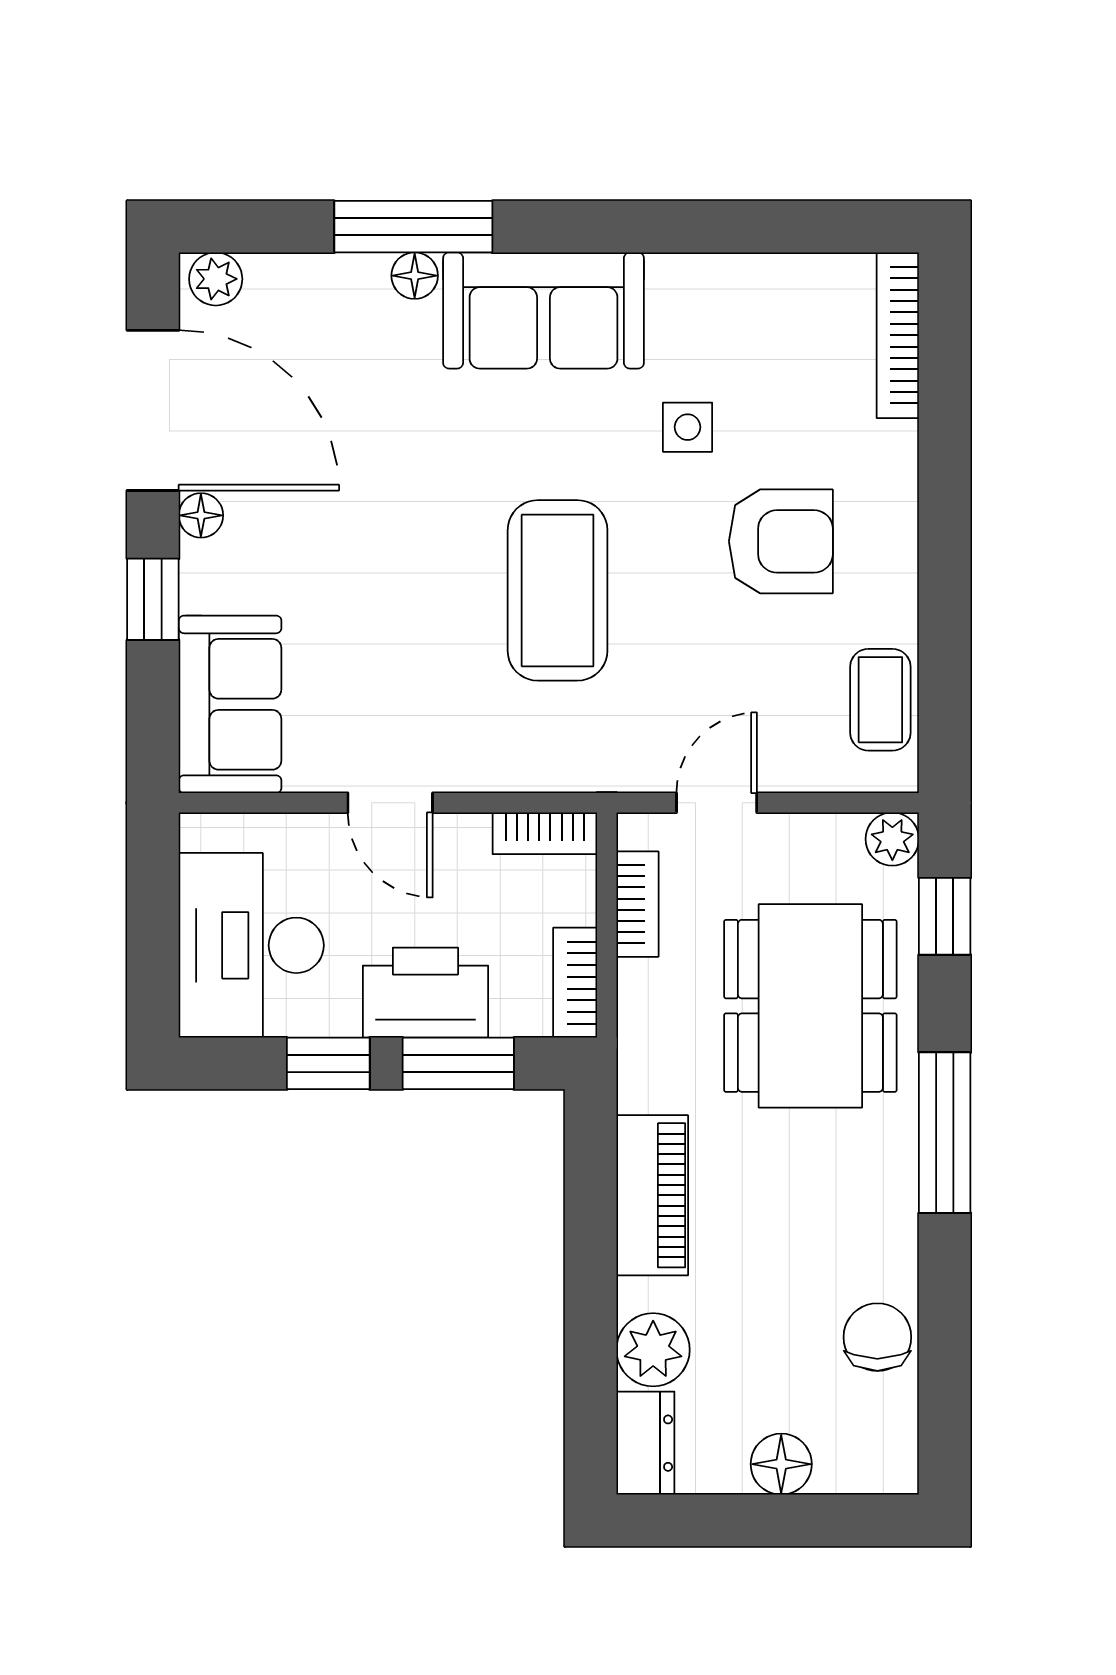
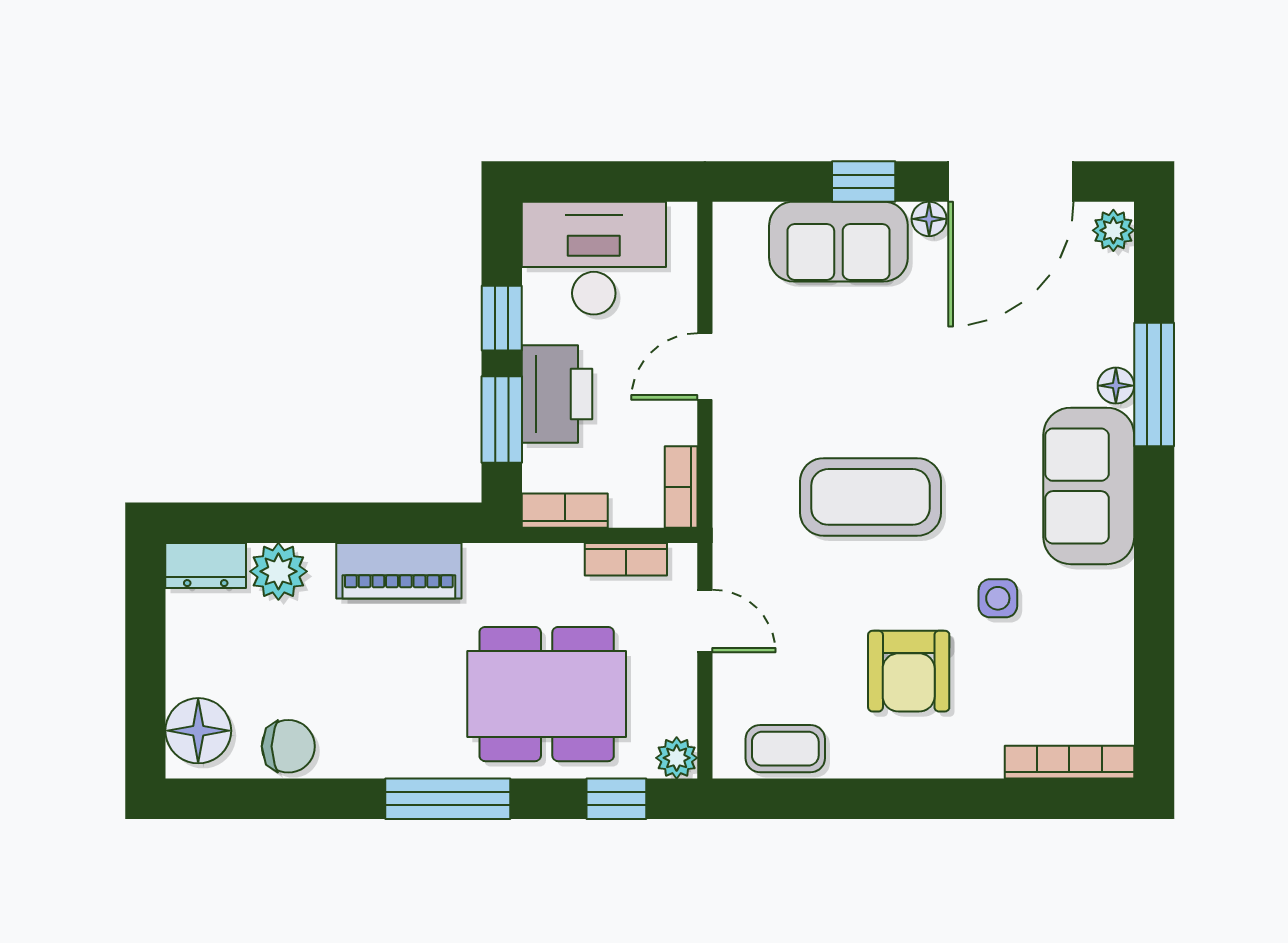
sofa: (230, 704) -> (838, 242), moved
floor lamp: (781, 1464) -> (198, 731), moved, width x1.38, depth x1.38

